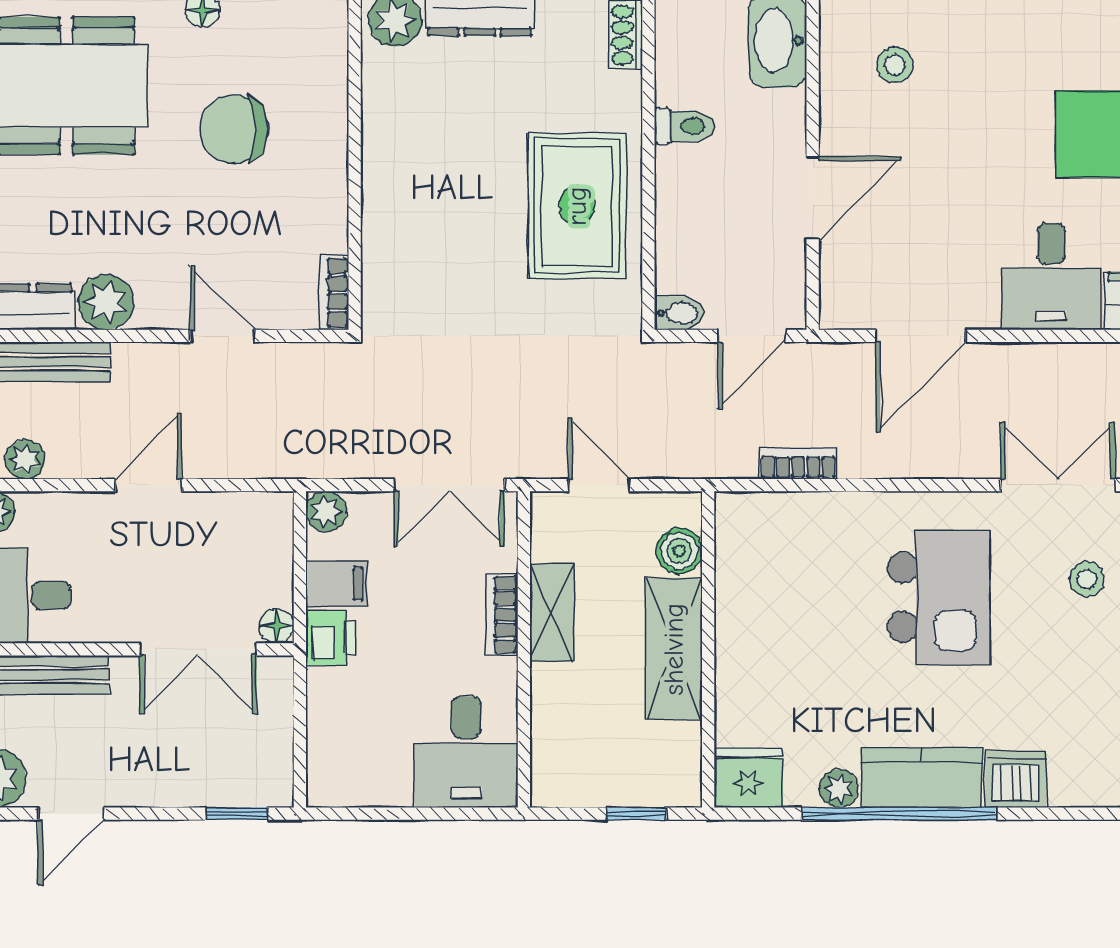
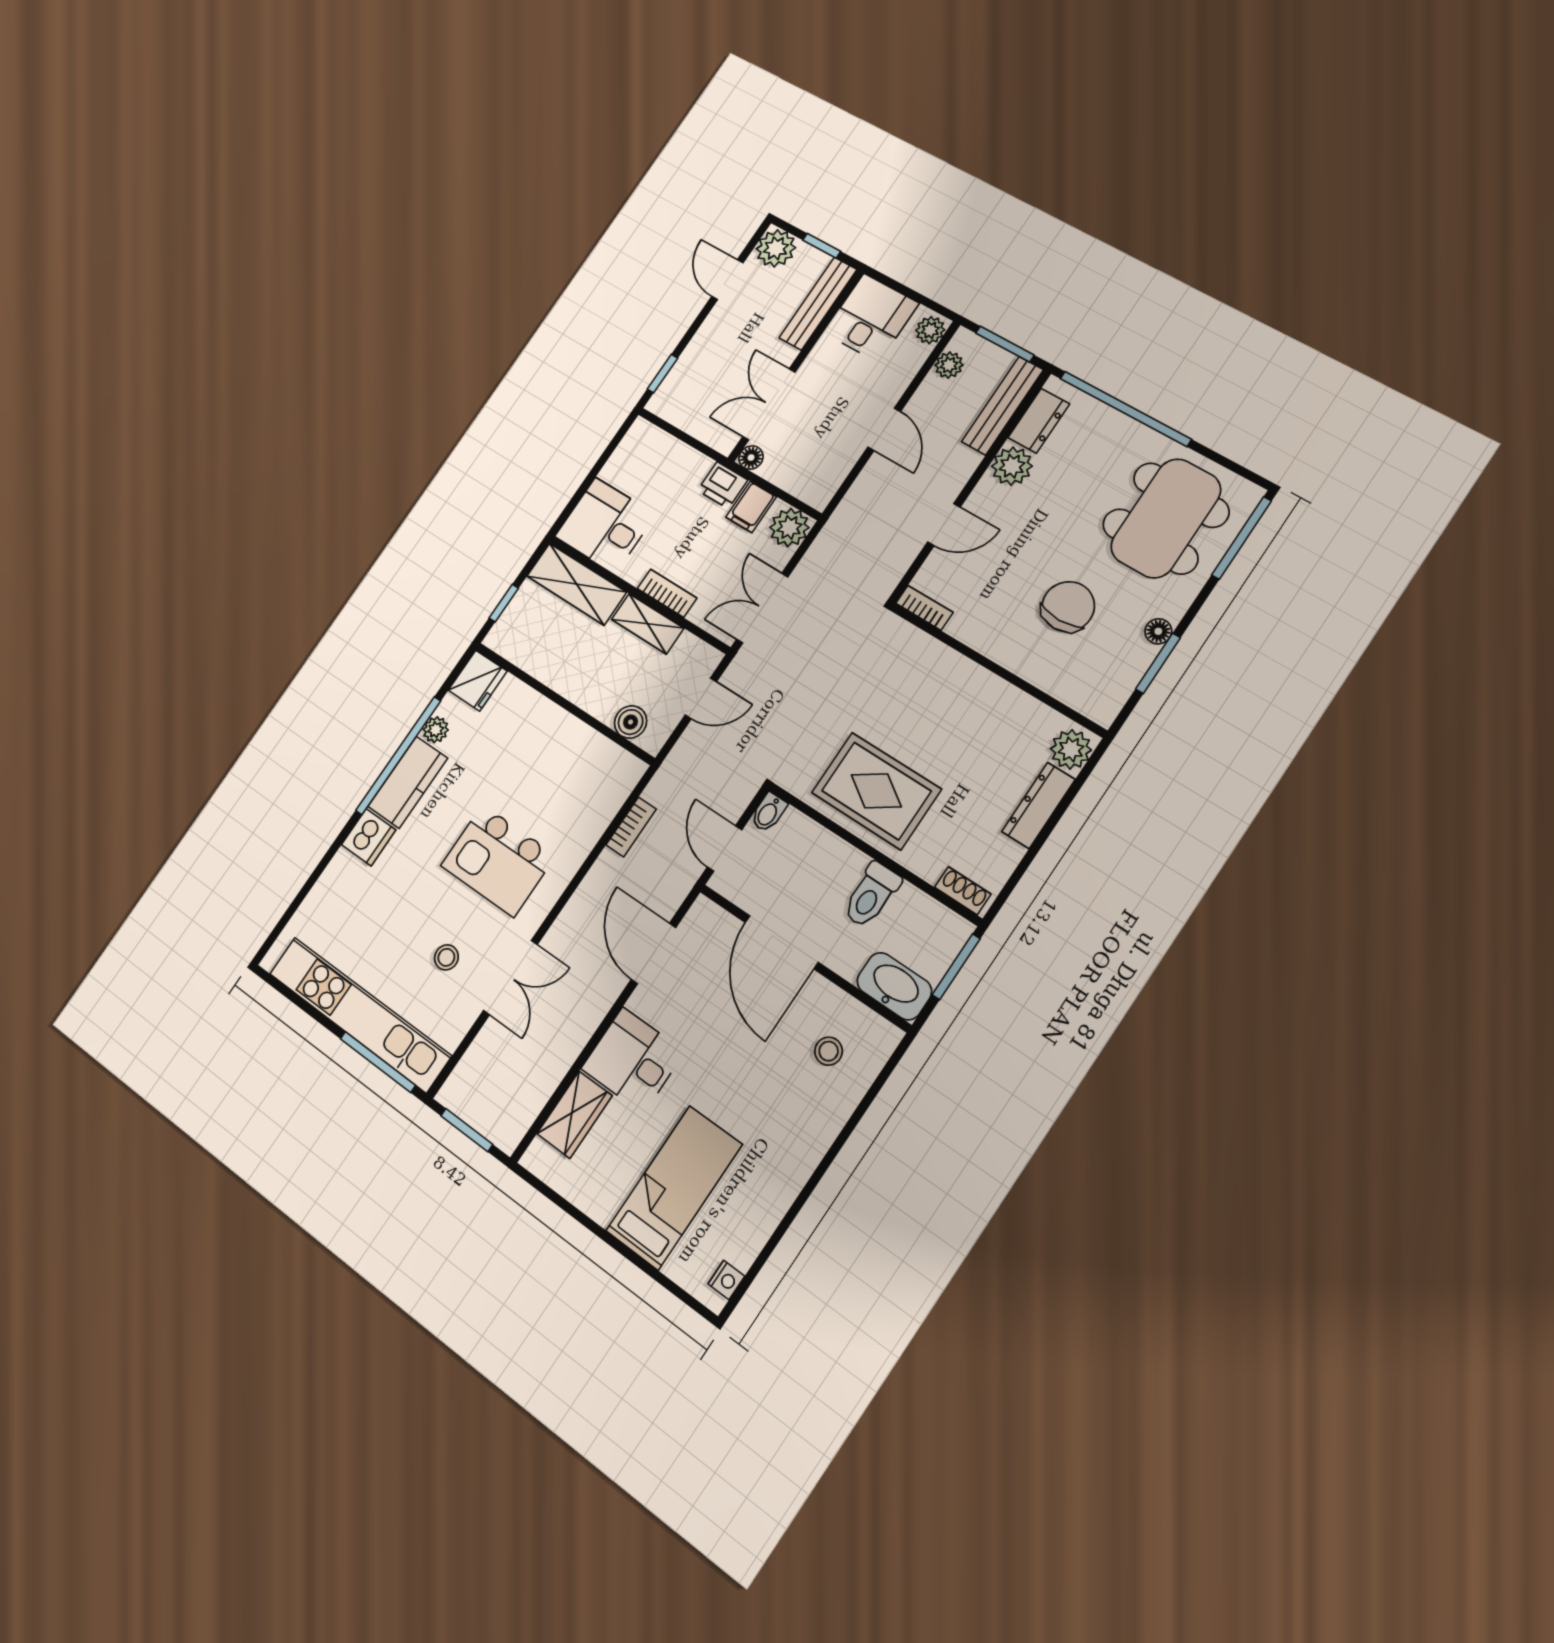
toilet: (684, 126) -> (871, 895), width x1.37, depth x1.39
door: (813, 198) -> (782, 942), width x1.36
plant: (326, 511) -> (789, 528), width x1.38, depth x1.38
shelving: (674, 649) -> (577, 584), moved

